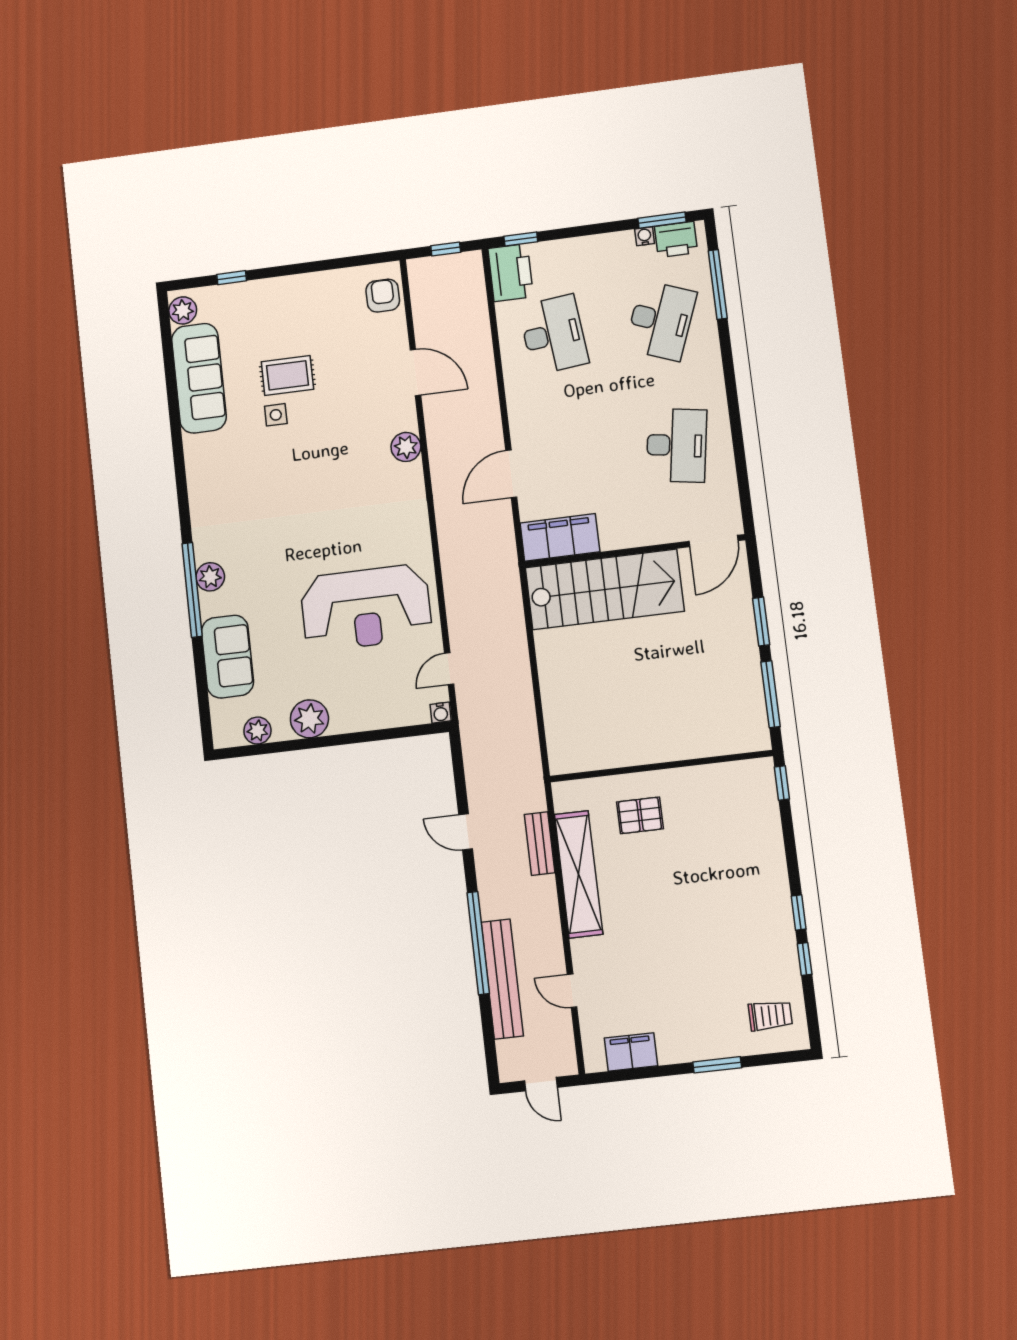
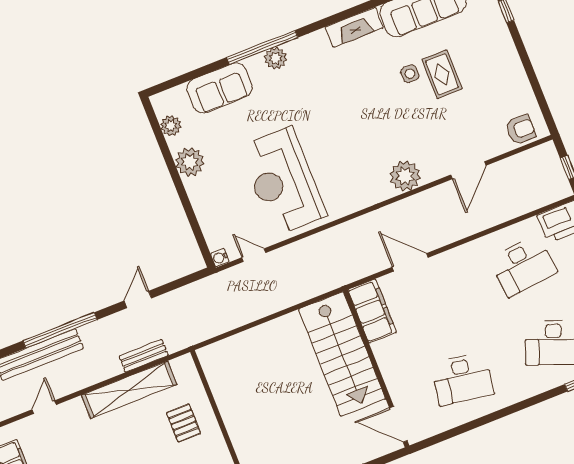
plant: (406, 447) -> (405, 176), width x1.36, depth x1.36
fireplace: (199, 469) -> (354, 27), added

